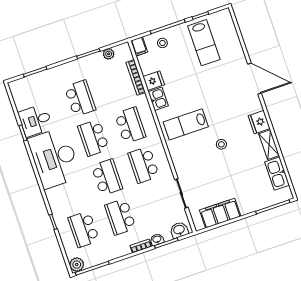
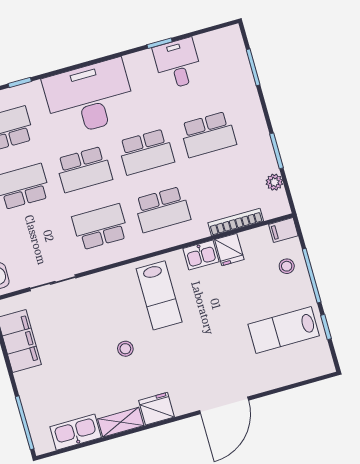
lab bench: (186, 124) -> (159, 295), turned 180
school desk: (93, 138) -> (146, 152), turned 180
desk: (54, 158) -> (89, 98), moved

